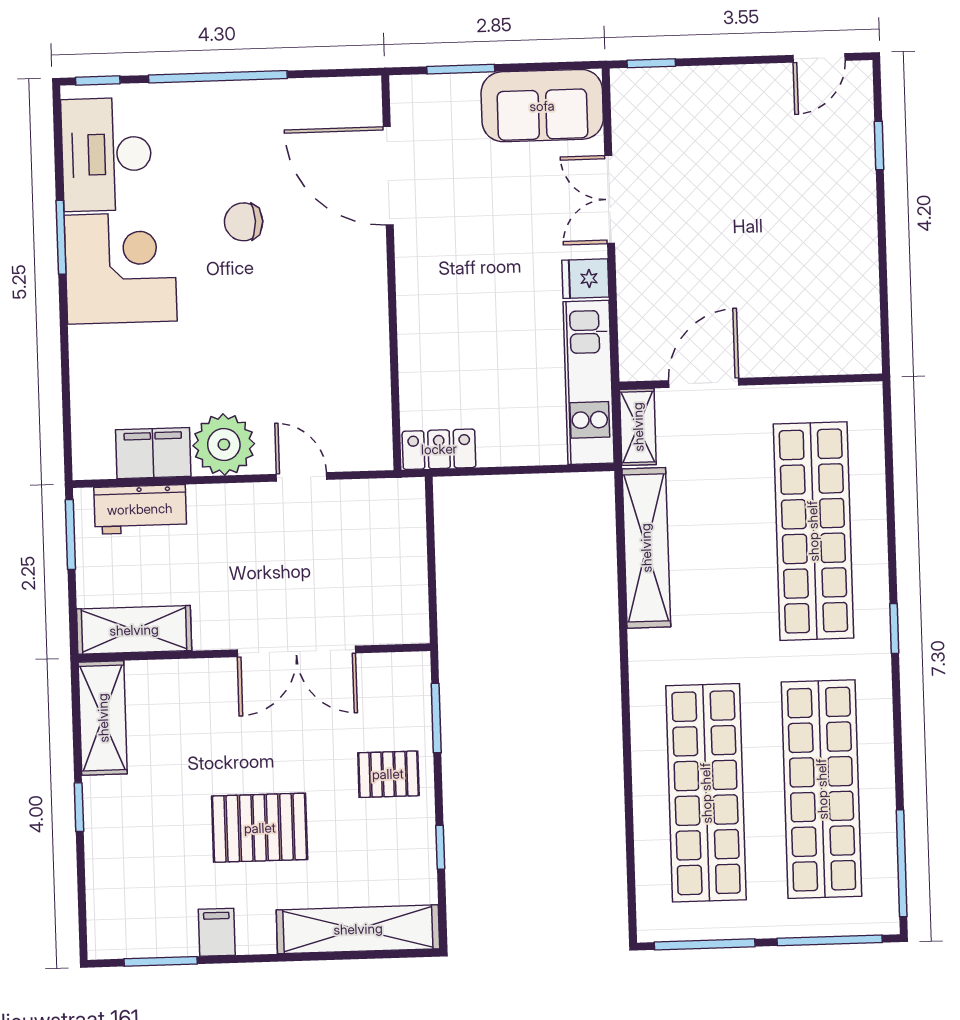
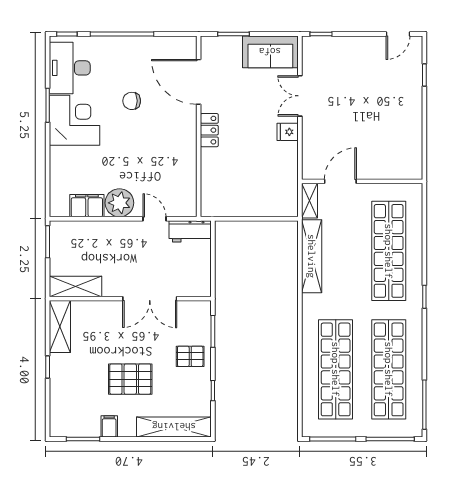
kitchen unit: (589, 382) -> (288, 180), removed
locker: (439, 449) -> (209, 130), moved, turned 90
workbench: (140, 509) -> (190, 231), moved

